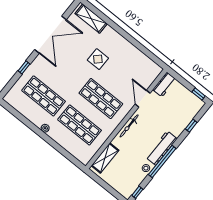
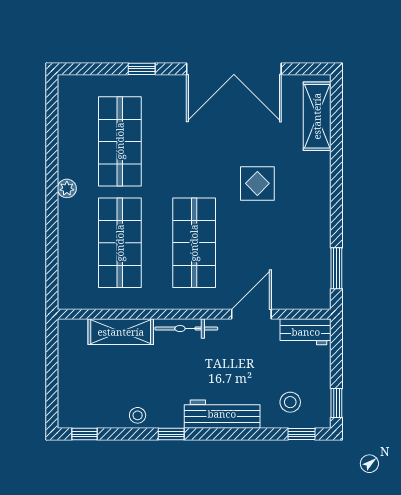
window: (151, 55) -> (336, 268), added
stool: (185, 110) -> (290, 402), added
window: (191, 126) -> (302, 434), moved
workbench: (161, 148) -> (222, 414), moved
shelving: (105, 158) -> (121, 332), moved
window: (162, 162) -> (171, 434), width x0.32

